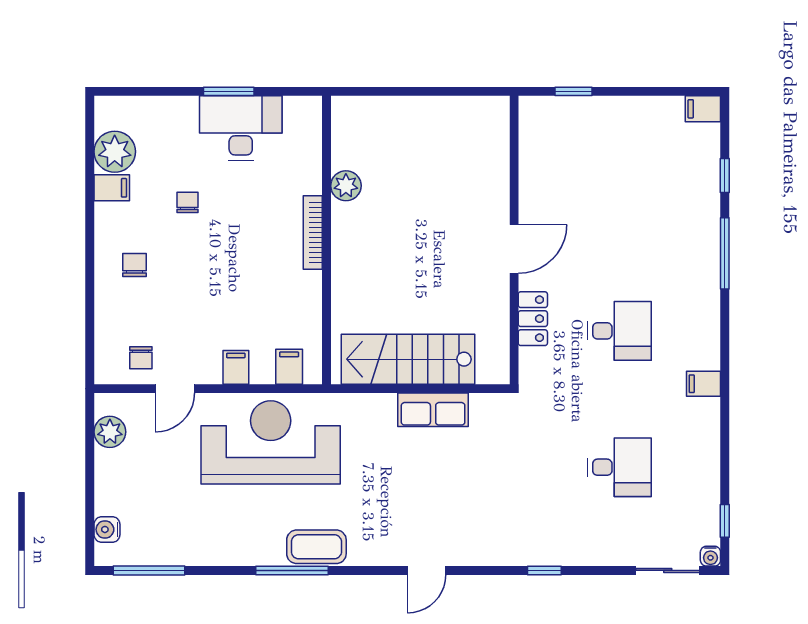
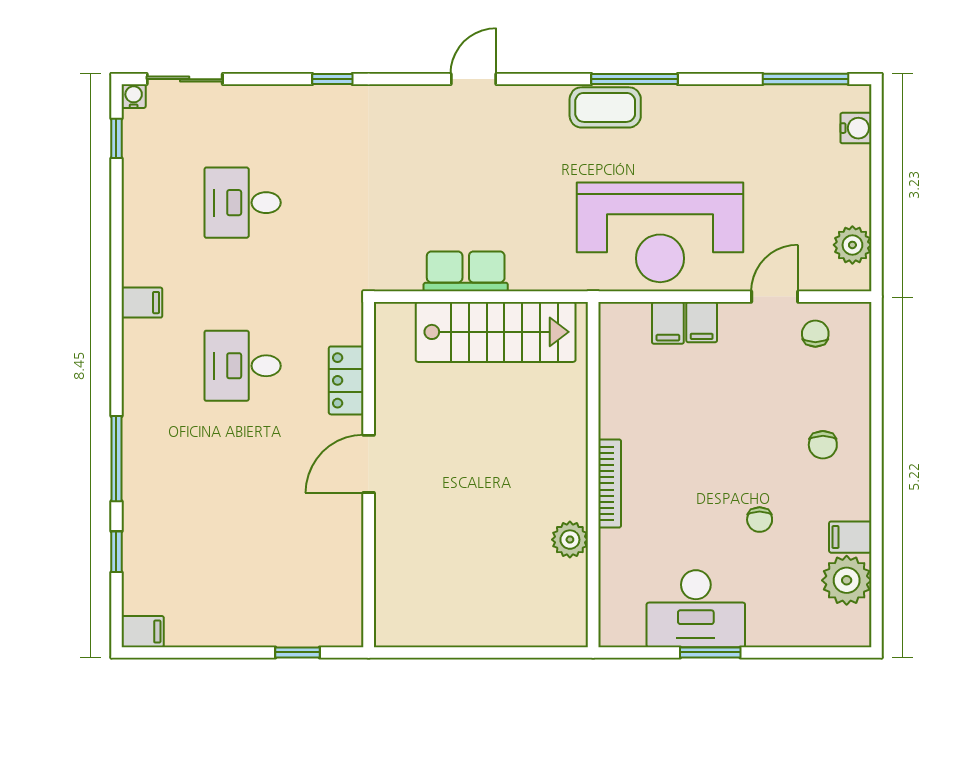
filing cabinet: (289, 367) -> (668, 323), moved

